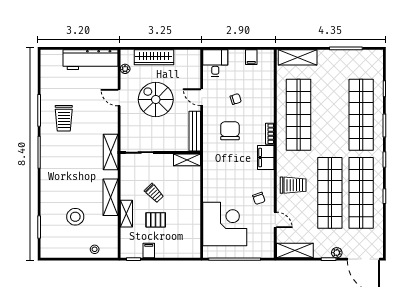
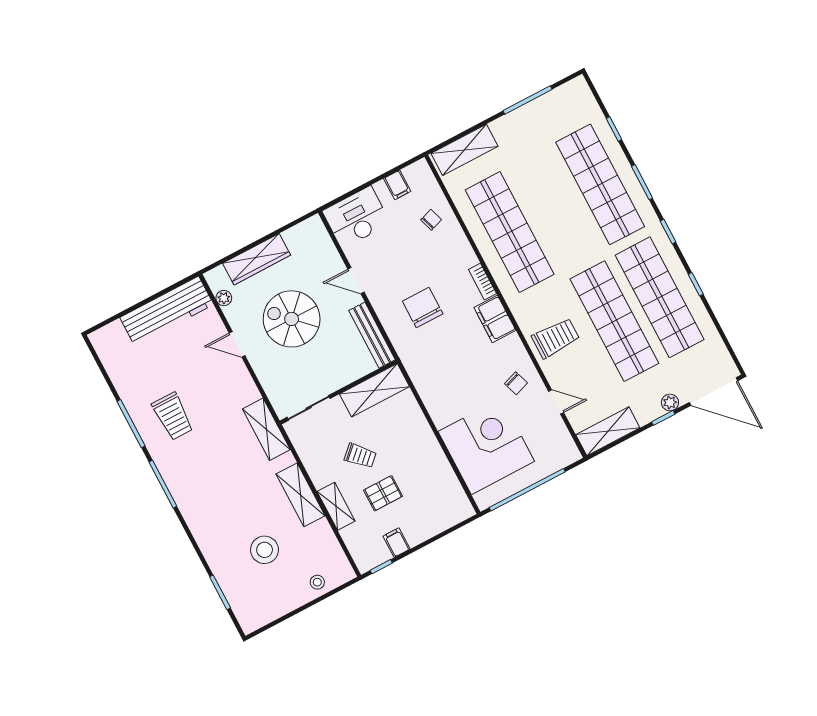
desk: (215, 63) -> (356, 217), width x1.37
chair: (236, 99) -> (431, 220), moved
shelving: (187, 160) -> (374, 390), width x1.50, depth x1.33

